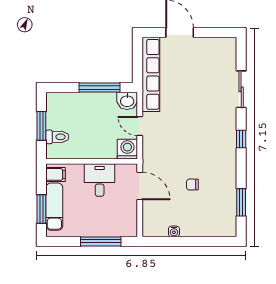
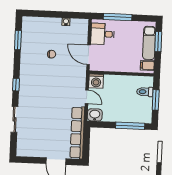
window: (100, 87) -> (130, 126), moved
desk: (100, 180) -> (103, 34), moved, turned 90

